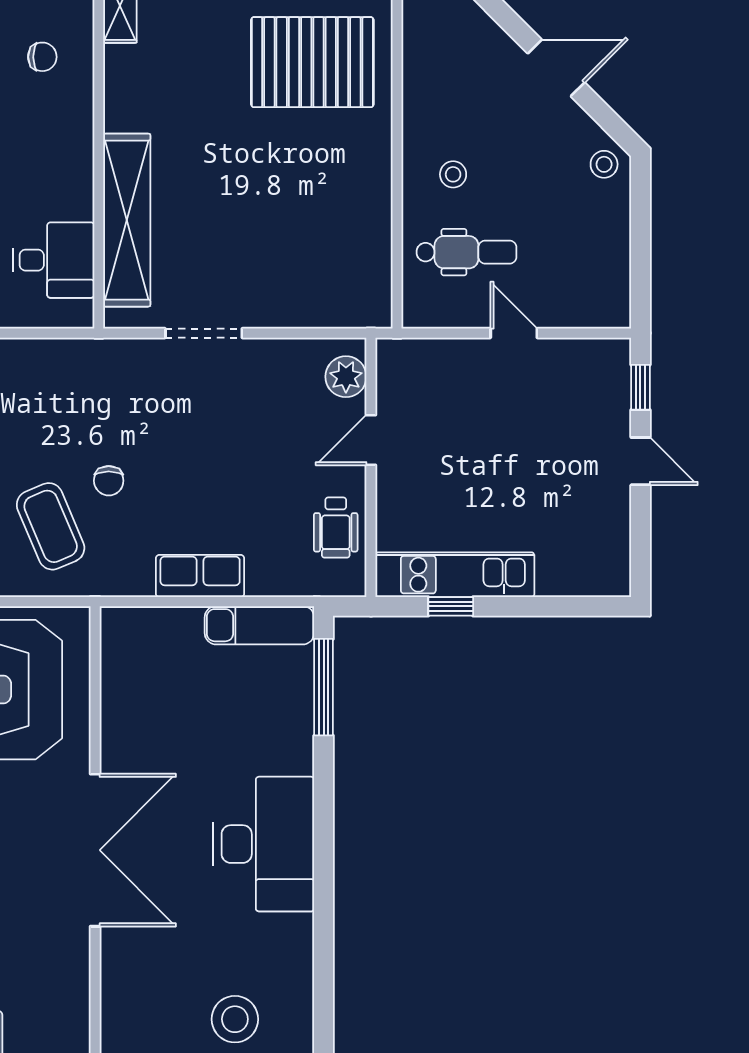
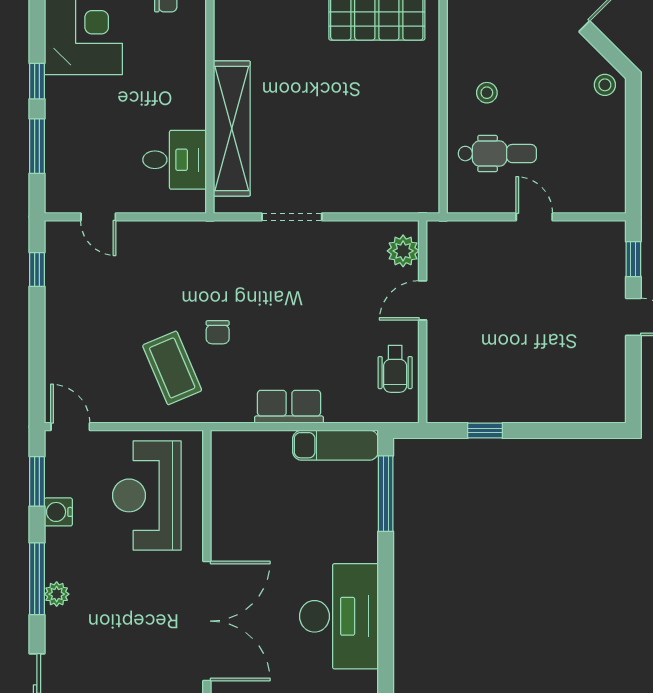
kitchen unit: (455, 575) -> (488, 406), removed

